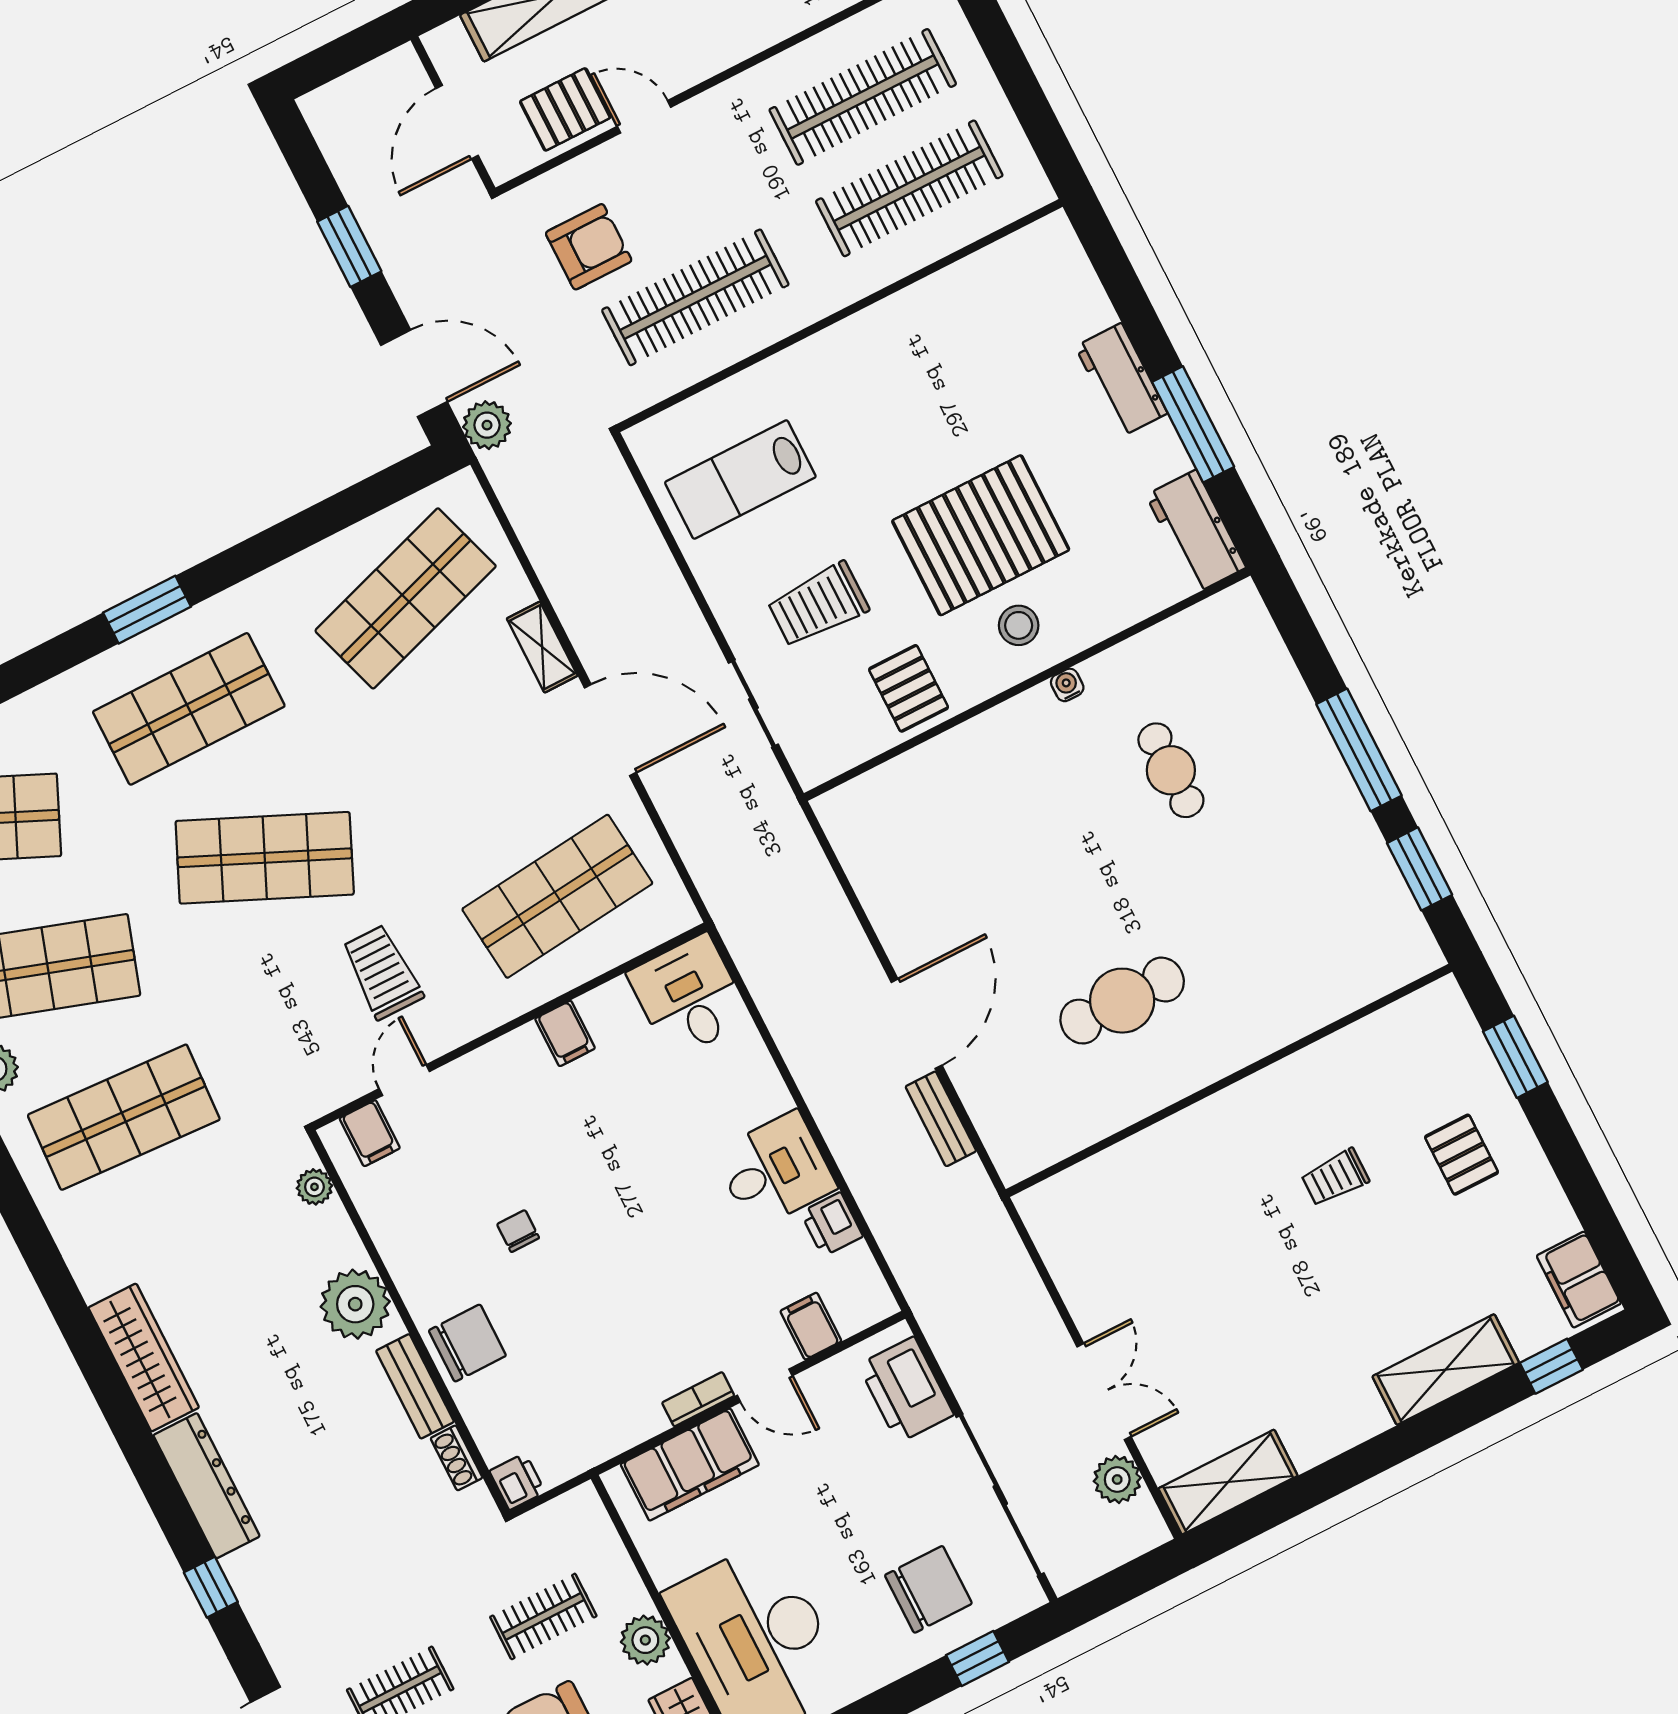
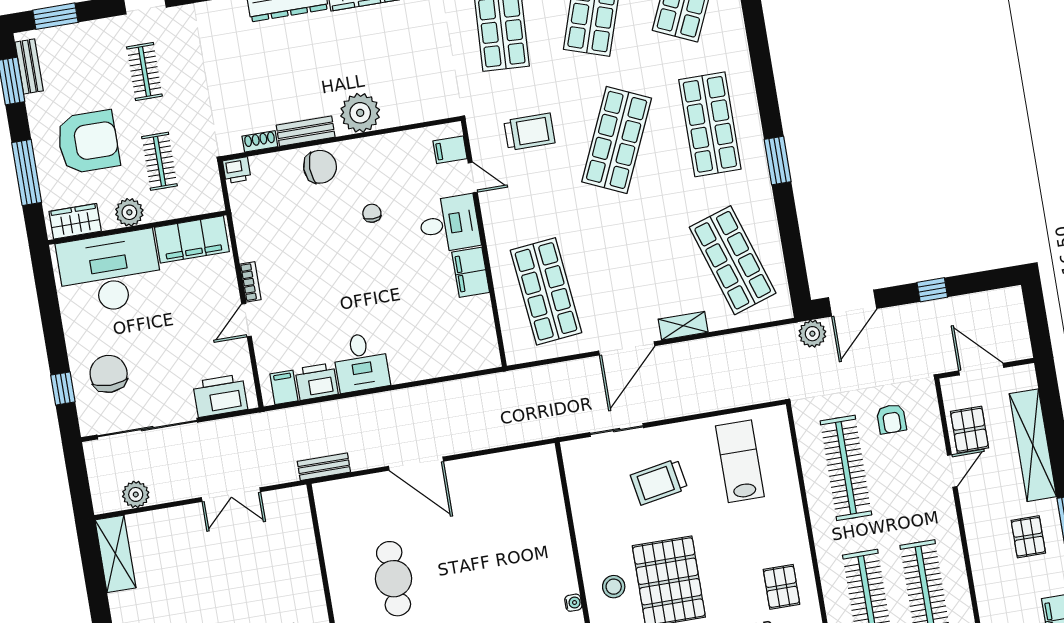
window: (349, 246) -> (932, 290), width x0.67
armchair: (589, 247) -> (891, 419), width x0.72, depth x0.72
trolley: (818, 605) -> (659, 482), turned -100
window: (147, 610) -> (778, 160), moved
pallet: (909, 688) -> (782, 587), moved, turned 90
trolley: (382, 972) -> (529, 132), moved
desk: (689, 996) -> (449, 224), moved
filing cabinet: (565, 1033) -> (471, 272), width x2.00
bench: (941, 1119) -> (324, 467), moved
plant: (314, 1187) -> (430, 111), removed
printer: (832, 1224) -> (317, 382), width x1.36, depth x1.24
chair: (518, 1231) -> (372, 213), turned -90
filing cabinet: (811, 1326) -> (284, 387), moved, turned -90
chair: (467, 1343) -> (320, 167), turned -90
double door: (1104, 1392) -> (231, 495), moved
filing cabinet: (690, 1465) -> (192, 239), moved, turned -90
chair: (928, 1589) -> (109, 374), turned 180

